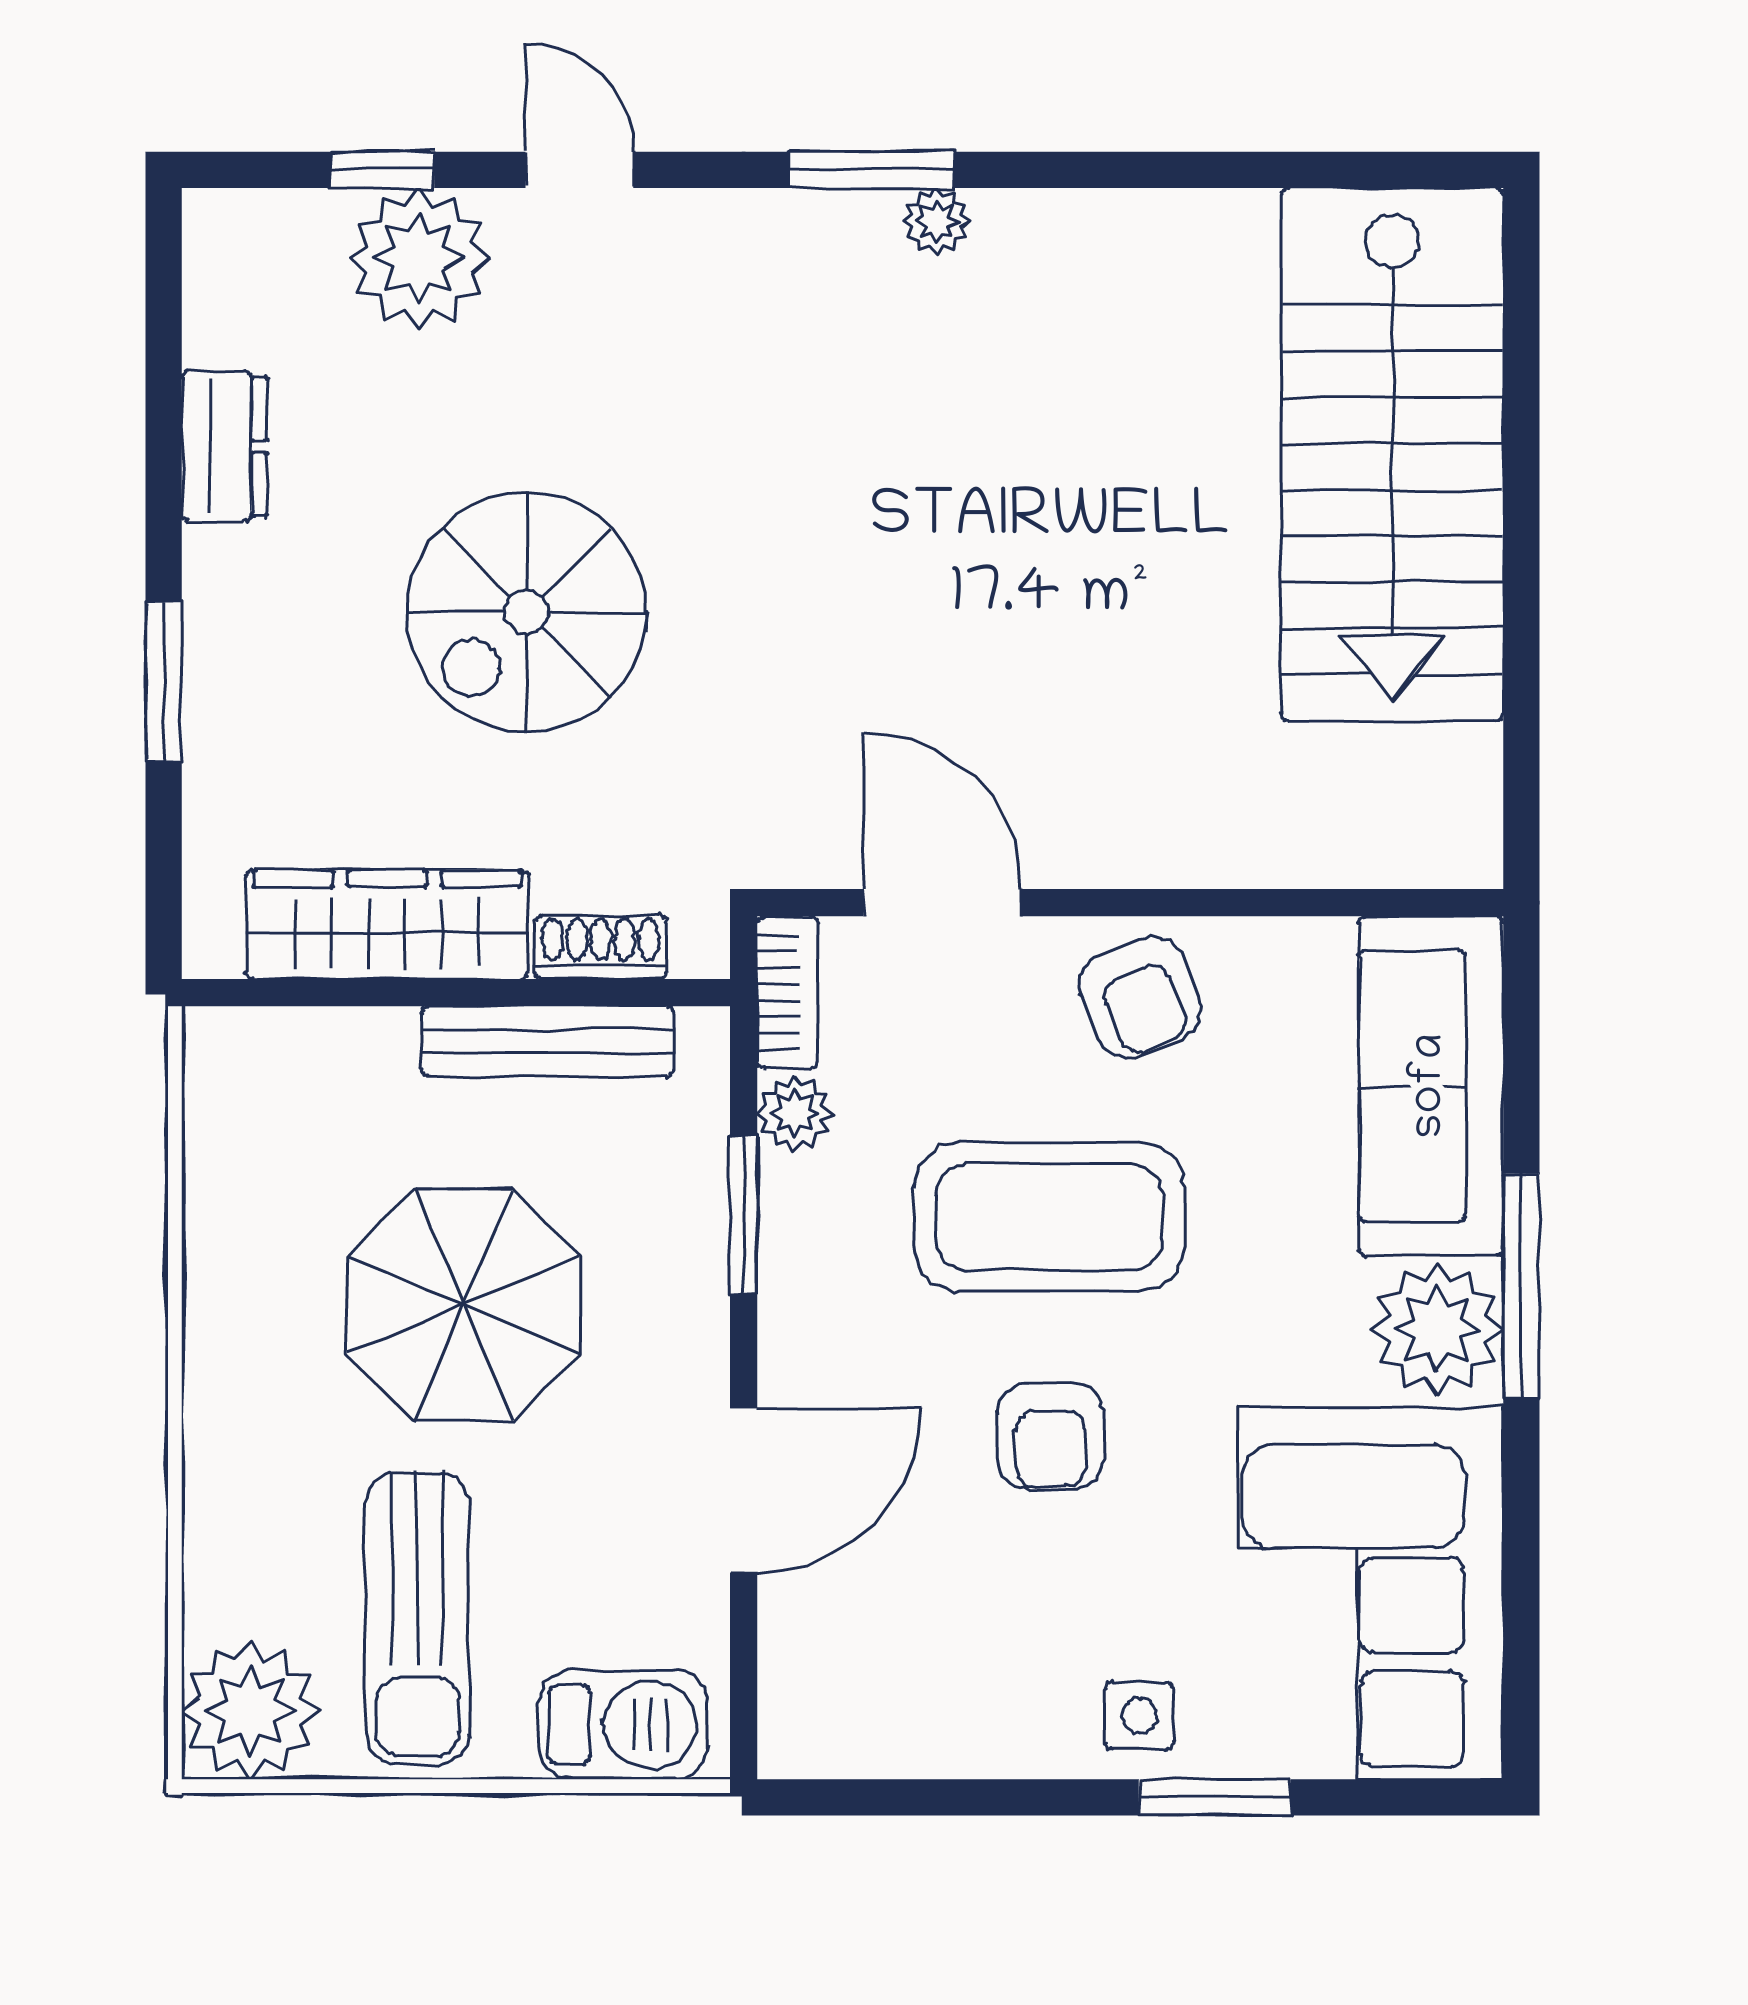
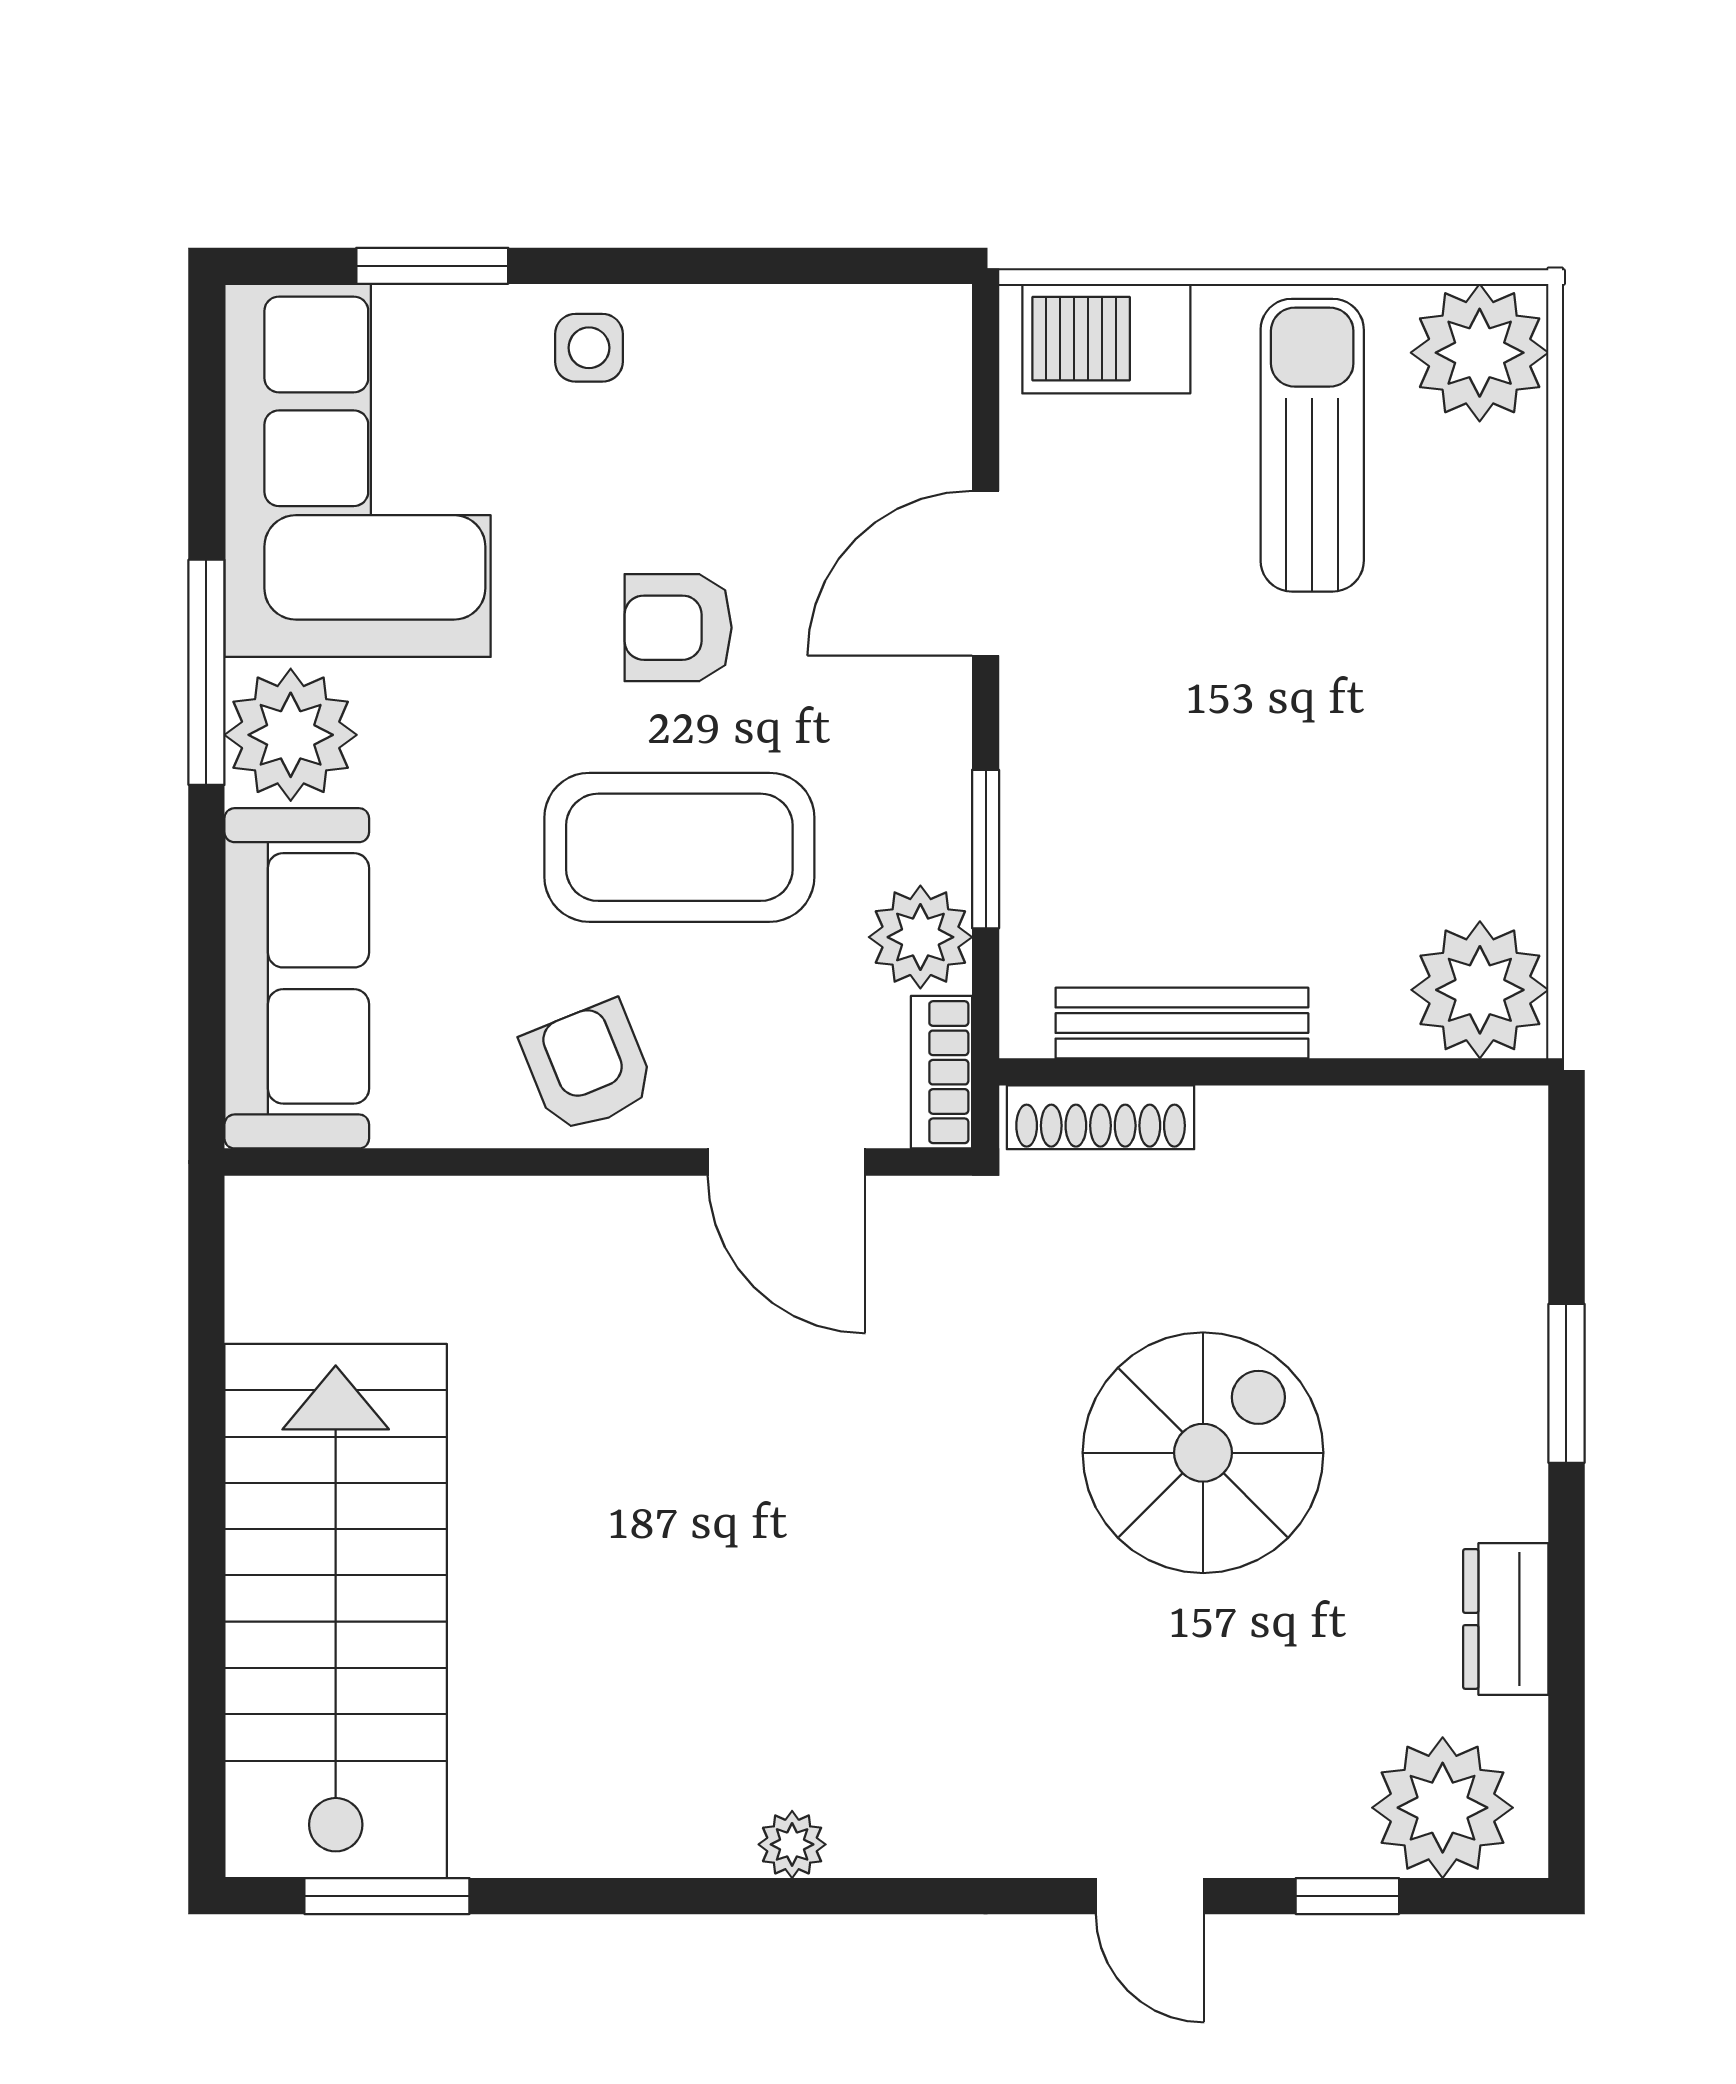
window: (872, 170) -> (387, 1896), moved
plant: (419, 258) -> (1443, 1808), moved
wardrobe: (387, 924) -> (1343, 1140), removed
shoe rack: (601, 947) -> (1101, 1117), width x1.43
plant: (250, 1075) -> (1480, 990), added
plant: (795, 1113) -> (920, 937), width x1.38, depth x1.38
window: (1521, 1286) -> (206, 672), moved
parasol: (464, 1305) -> (1266, 759), removed
armchair: (1051, 1436) -> (678, 628), turned -90
window: (1215, 1797) -> (432, 266), moved

